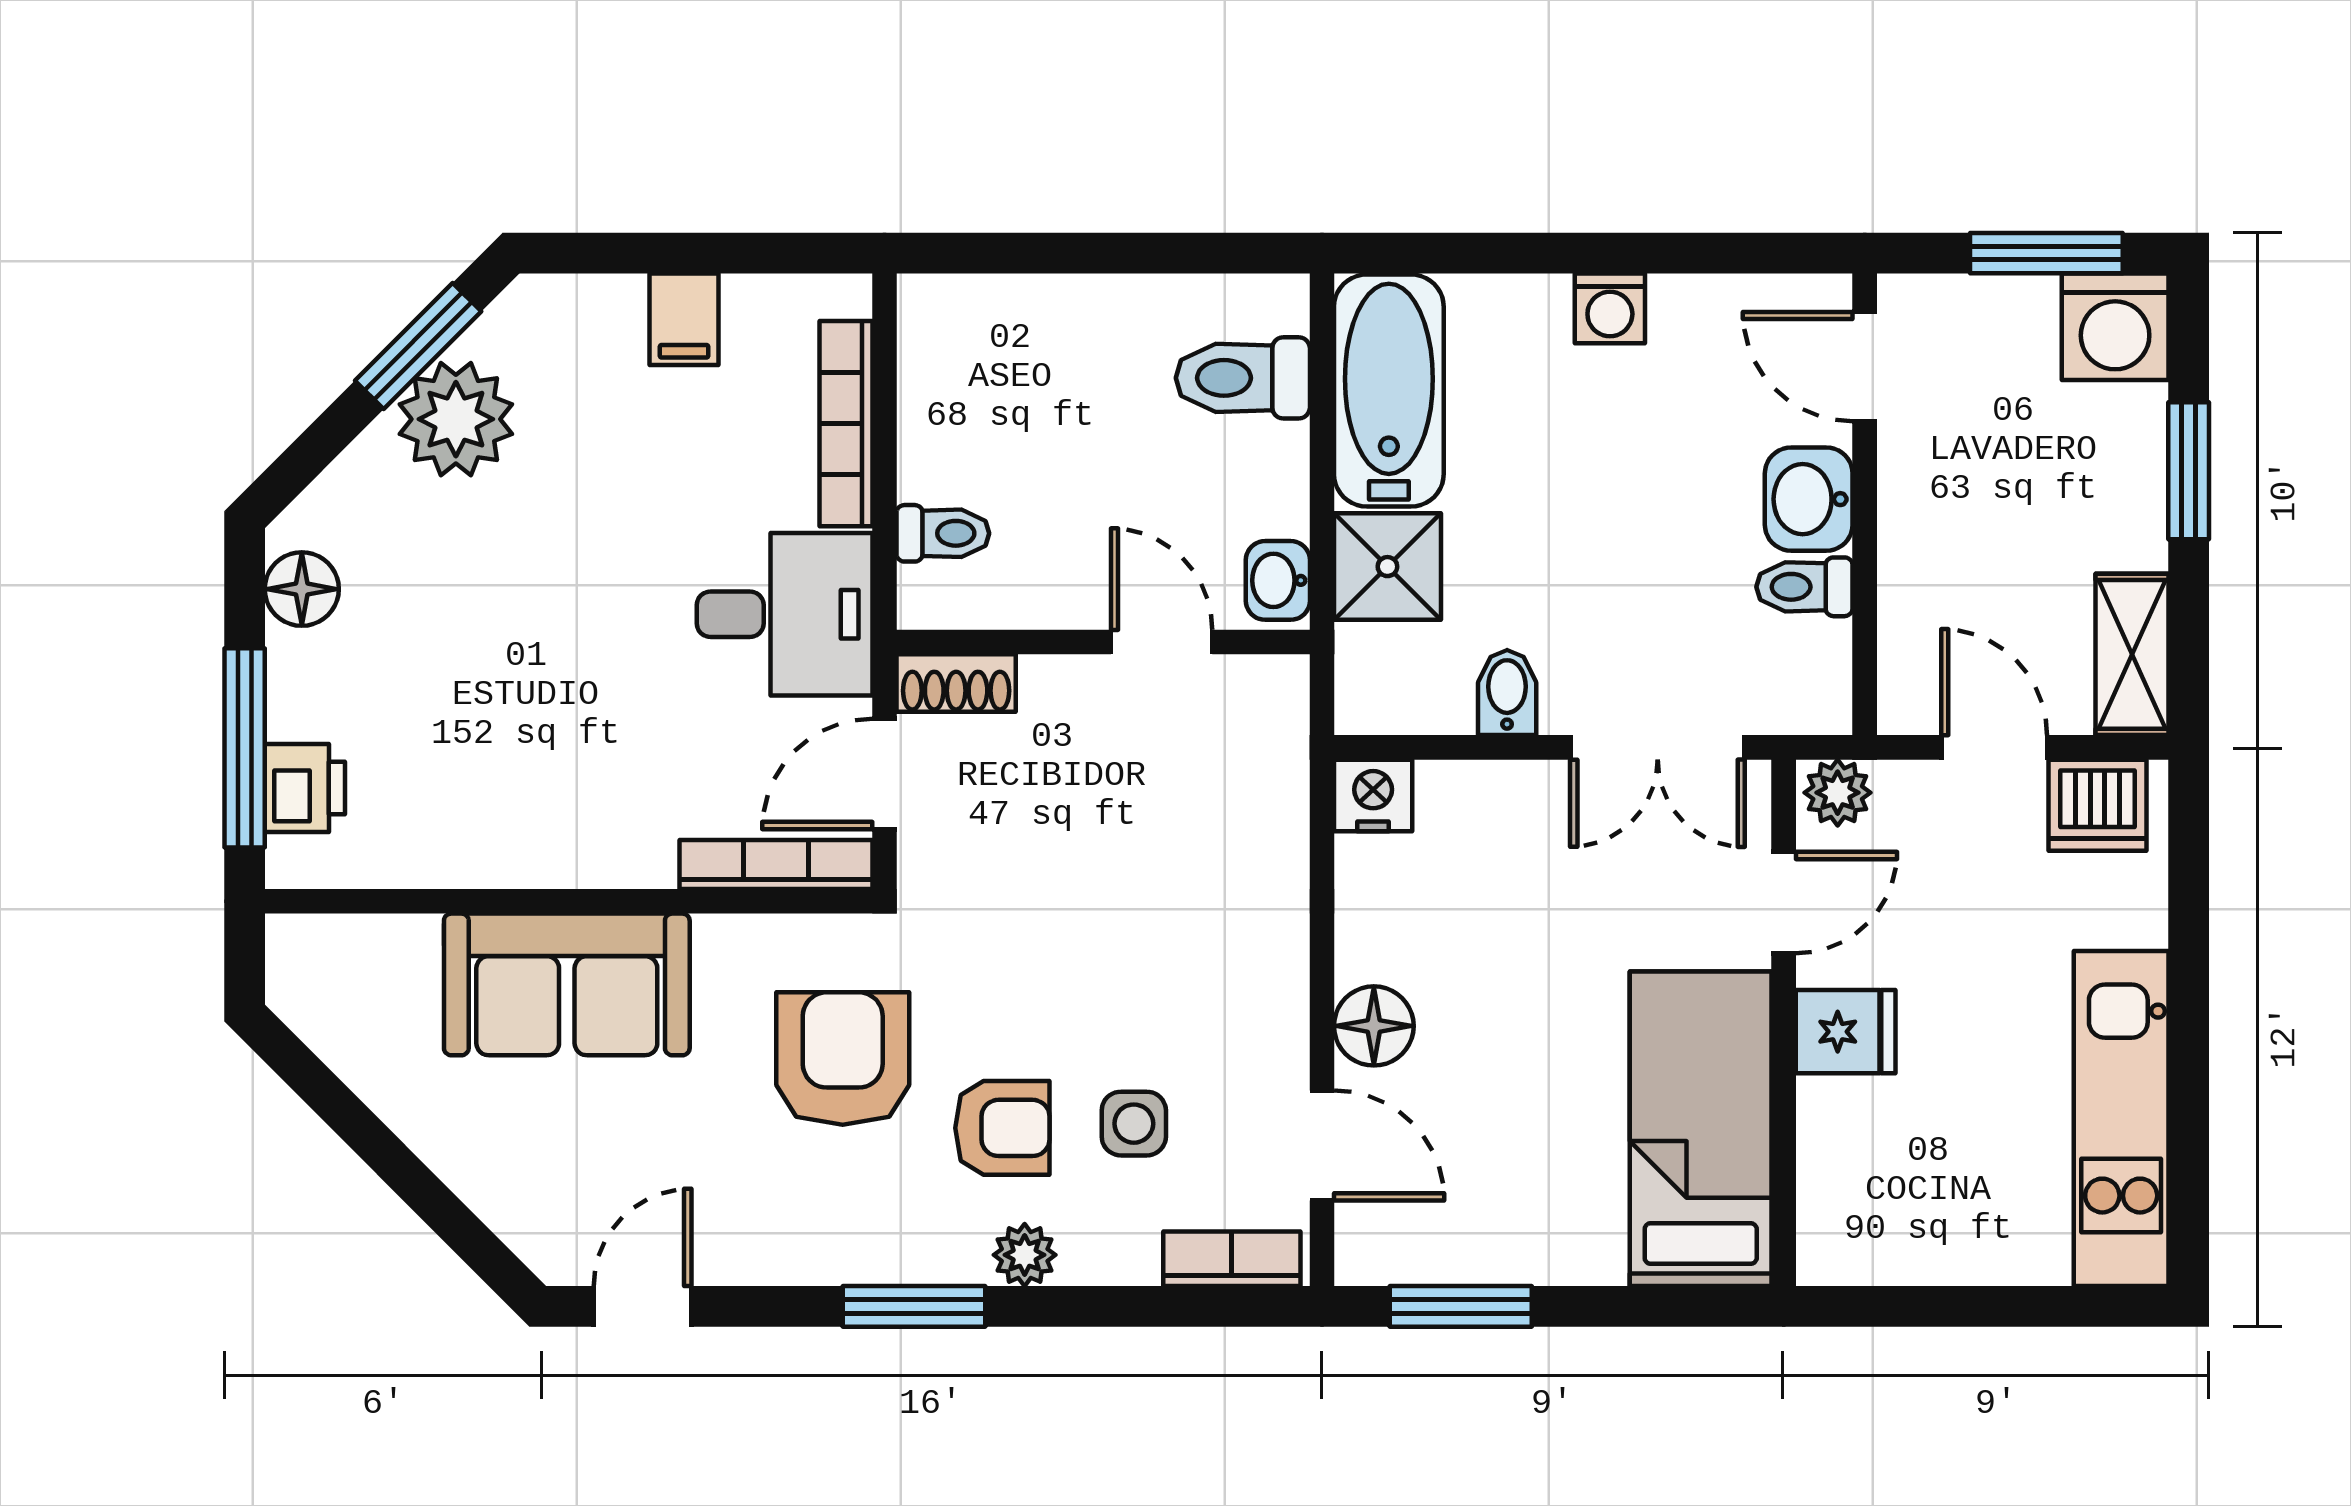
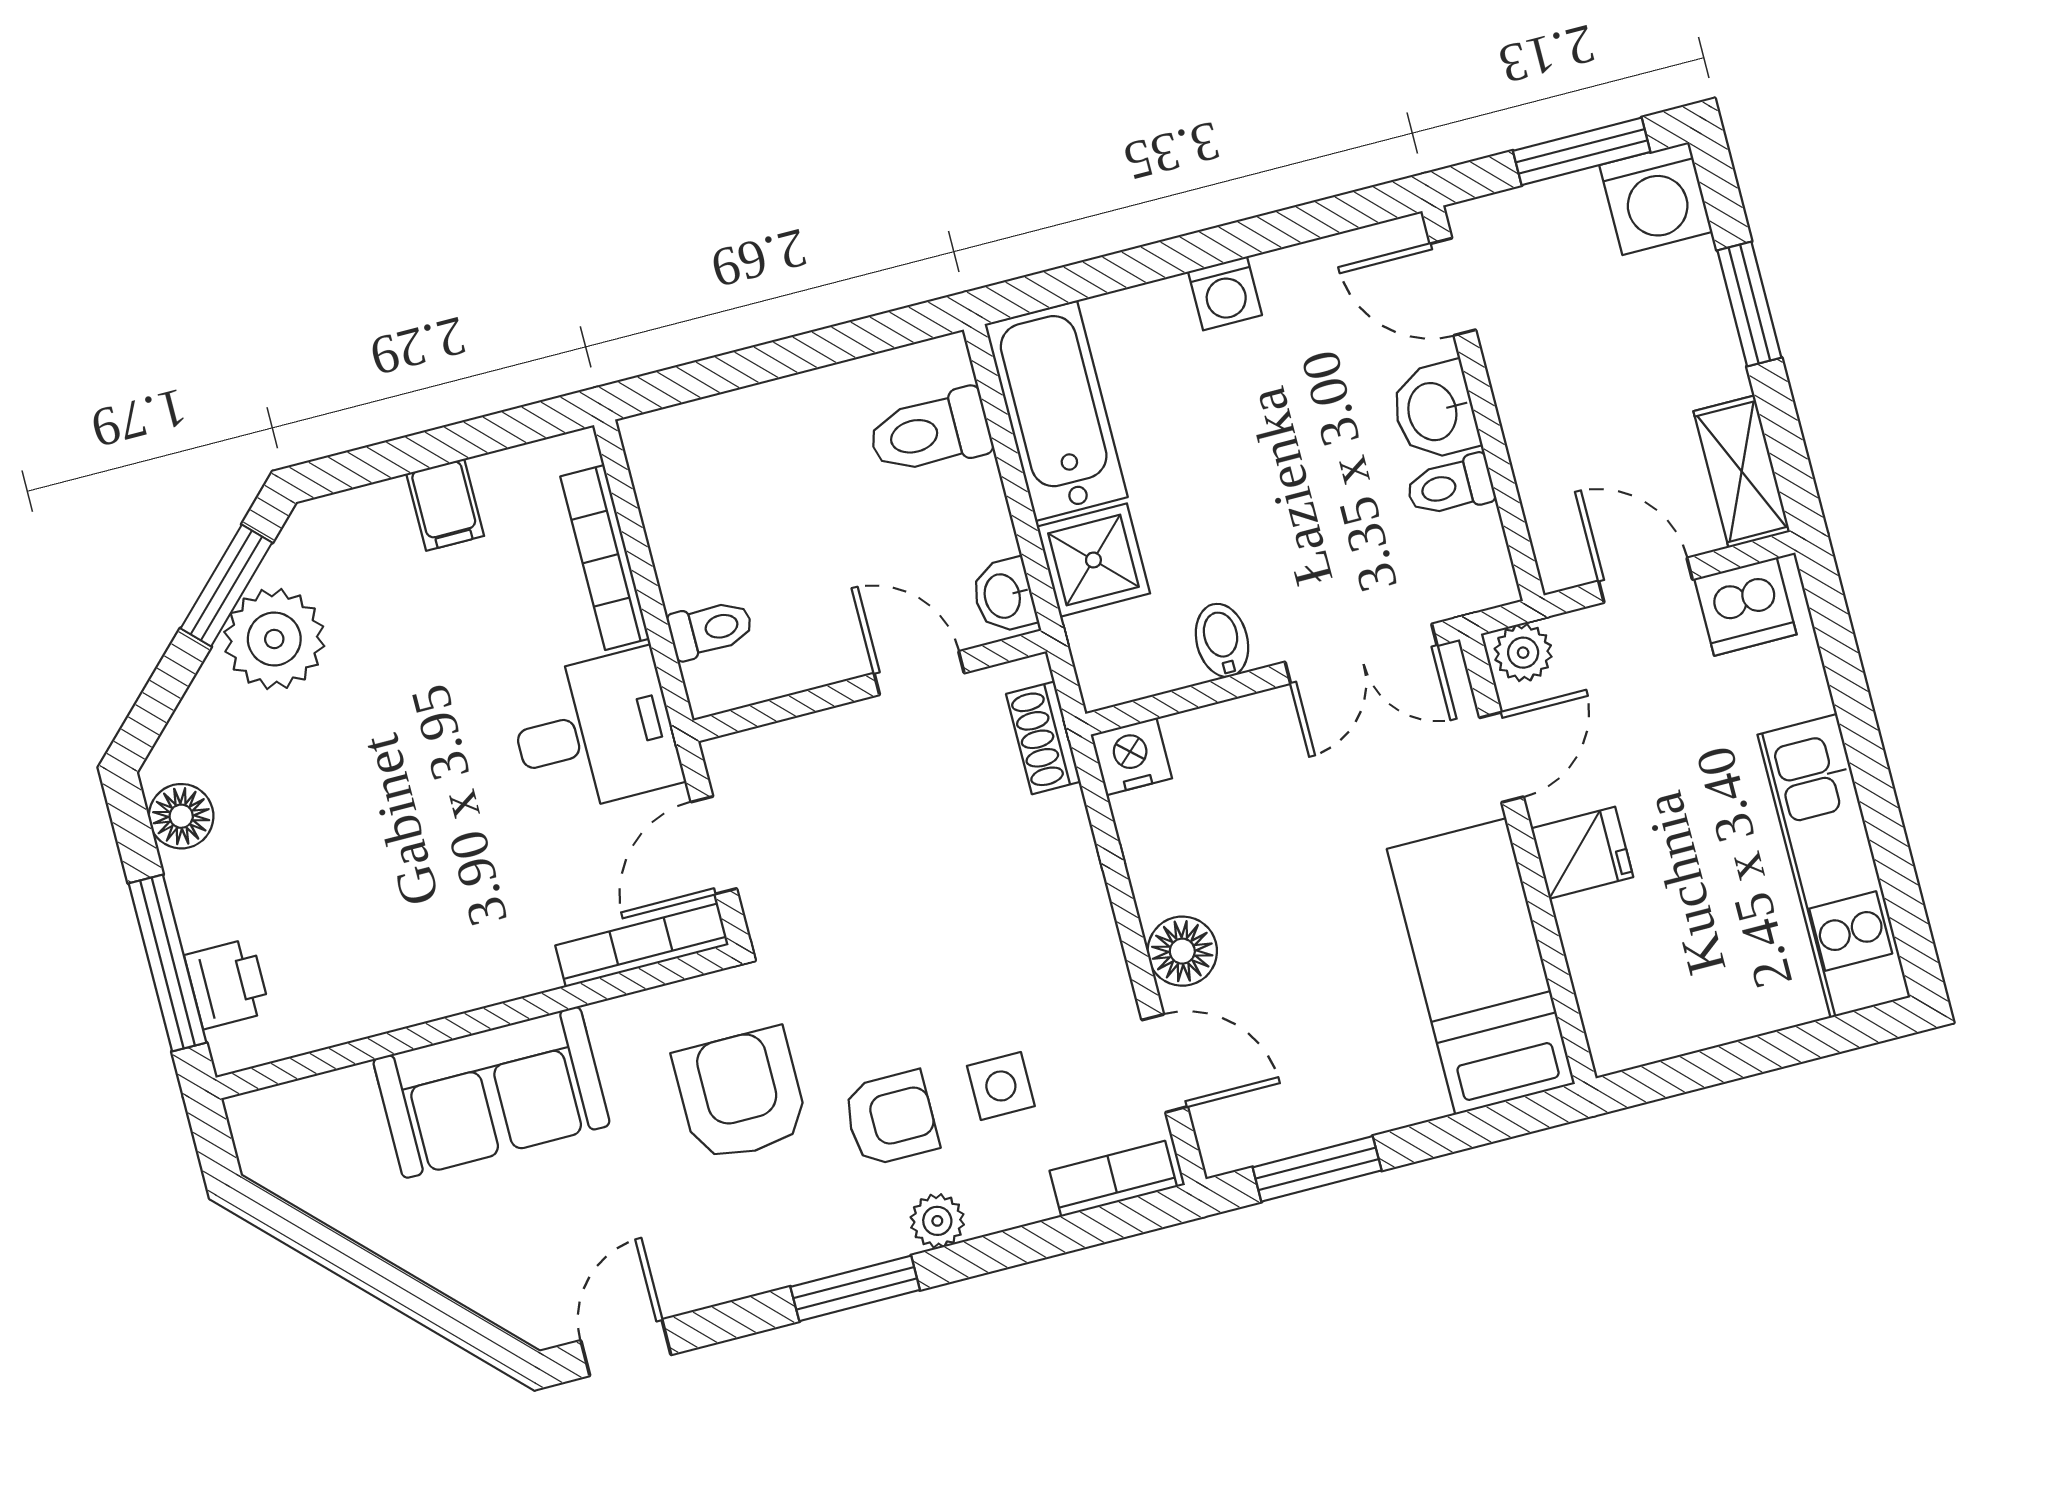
shoe rack: (956, 683) -> (1043, 738), moved, turned 90

